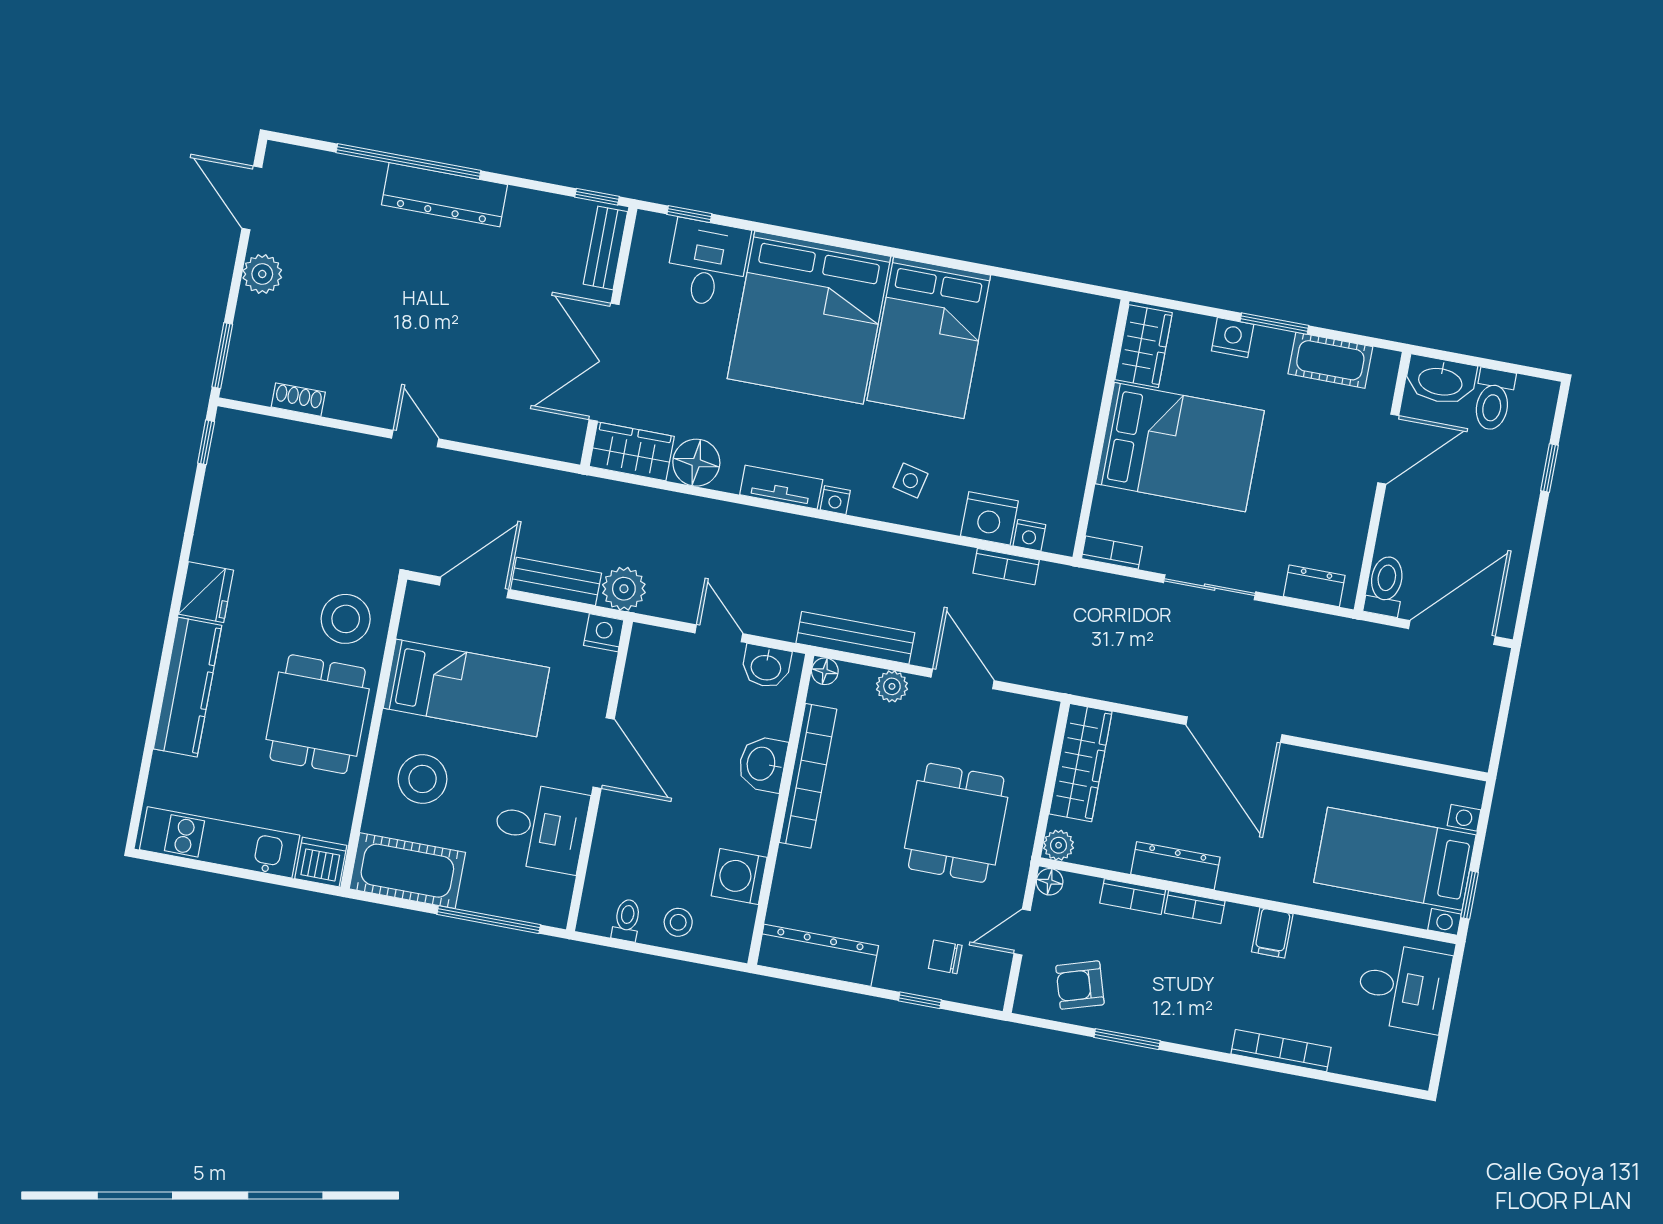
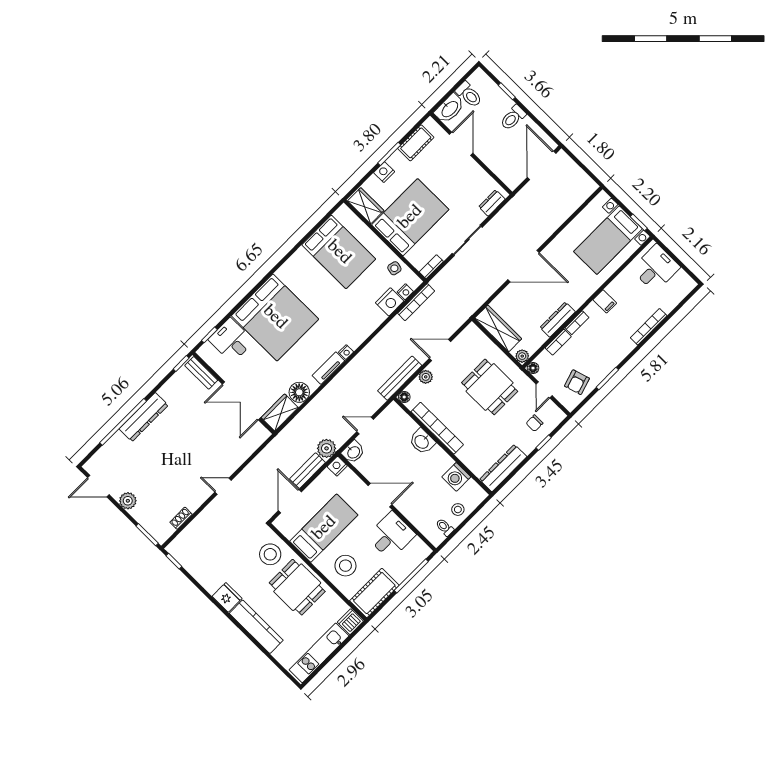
bed: (929, 338) -> (339, 252), moved
side table: (910, 481) -> (394, 268), moved
bookcase: (1006, 567) -> (416, 302), width x1.56
toilet: (1385, 586) -> (513, 118), moved, turned -90
washbasin: (766, 667) -> (353, 452), moved

